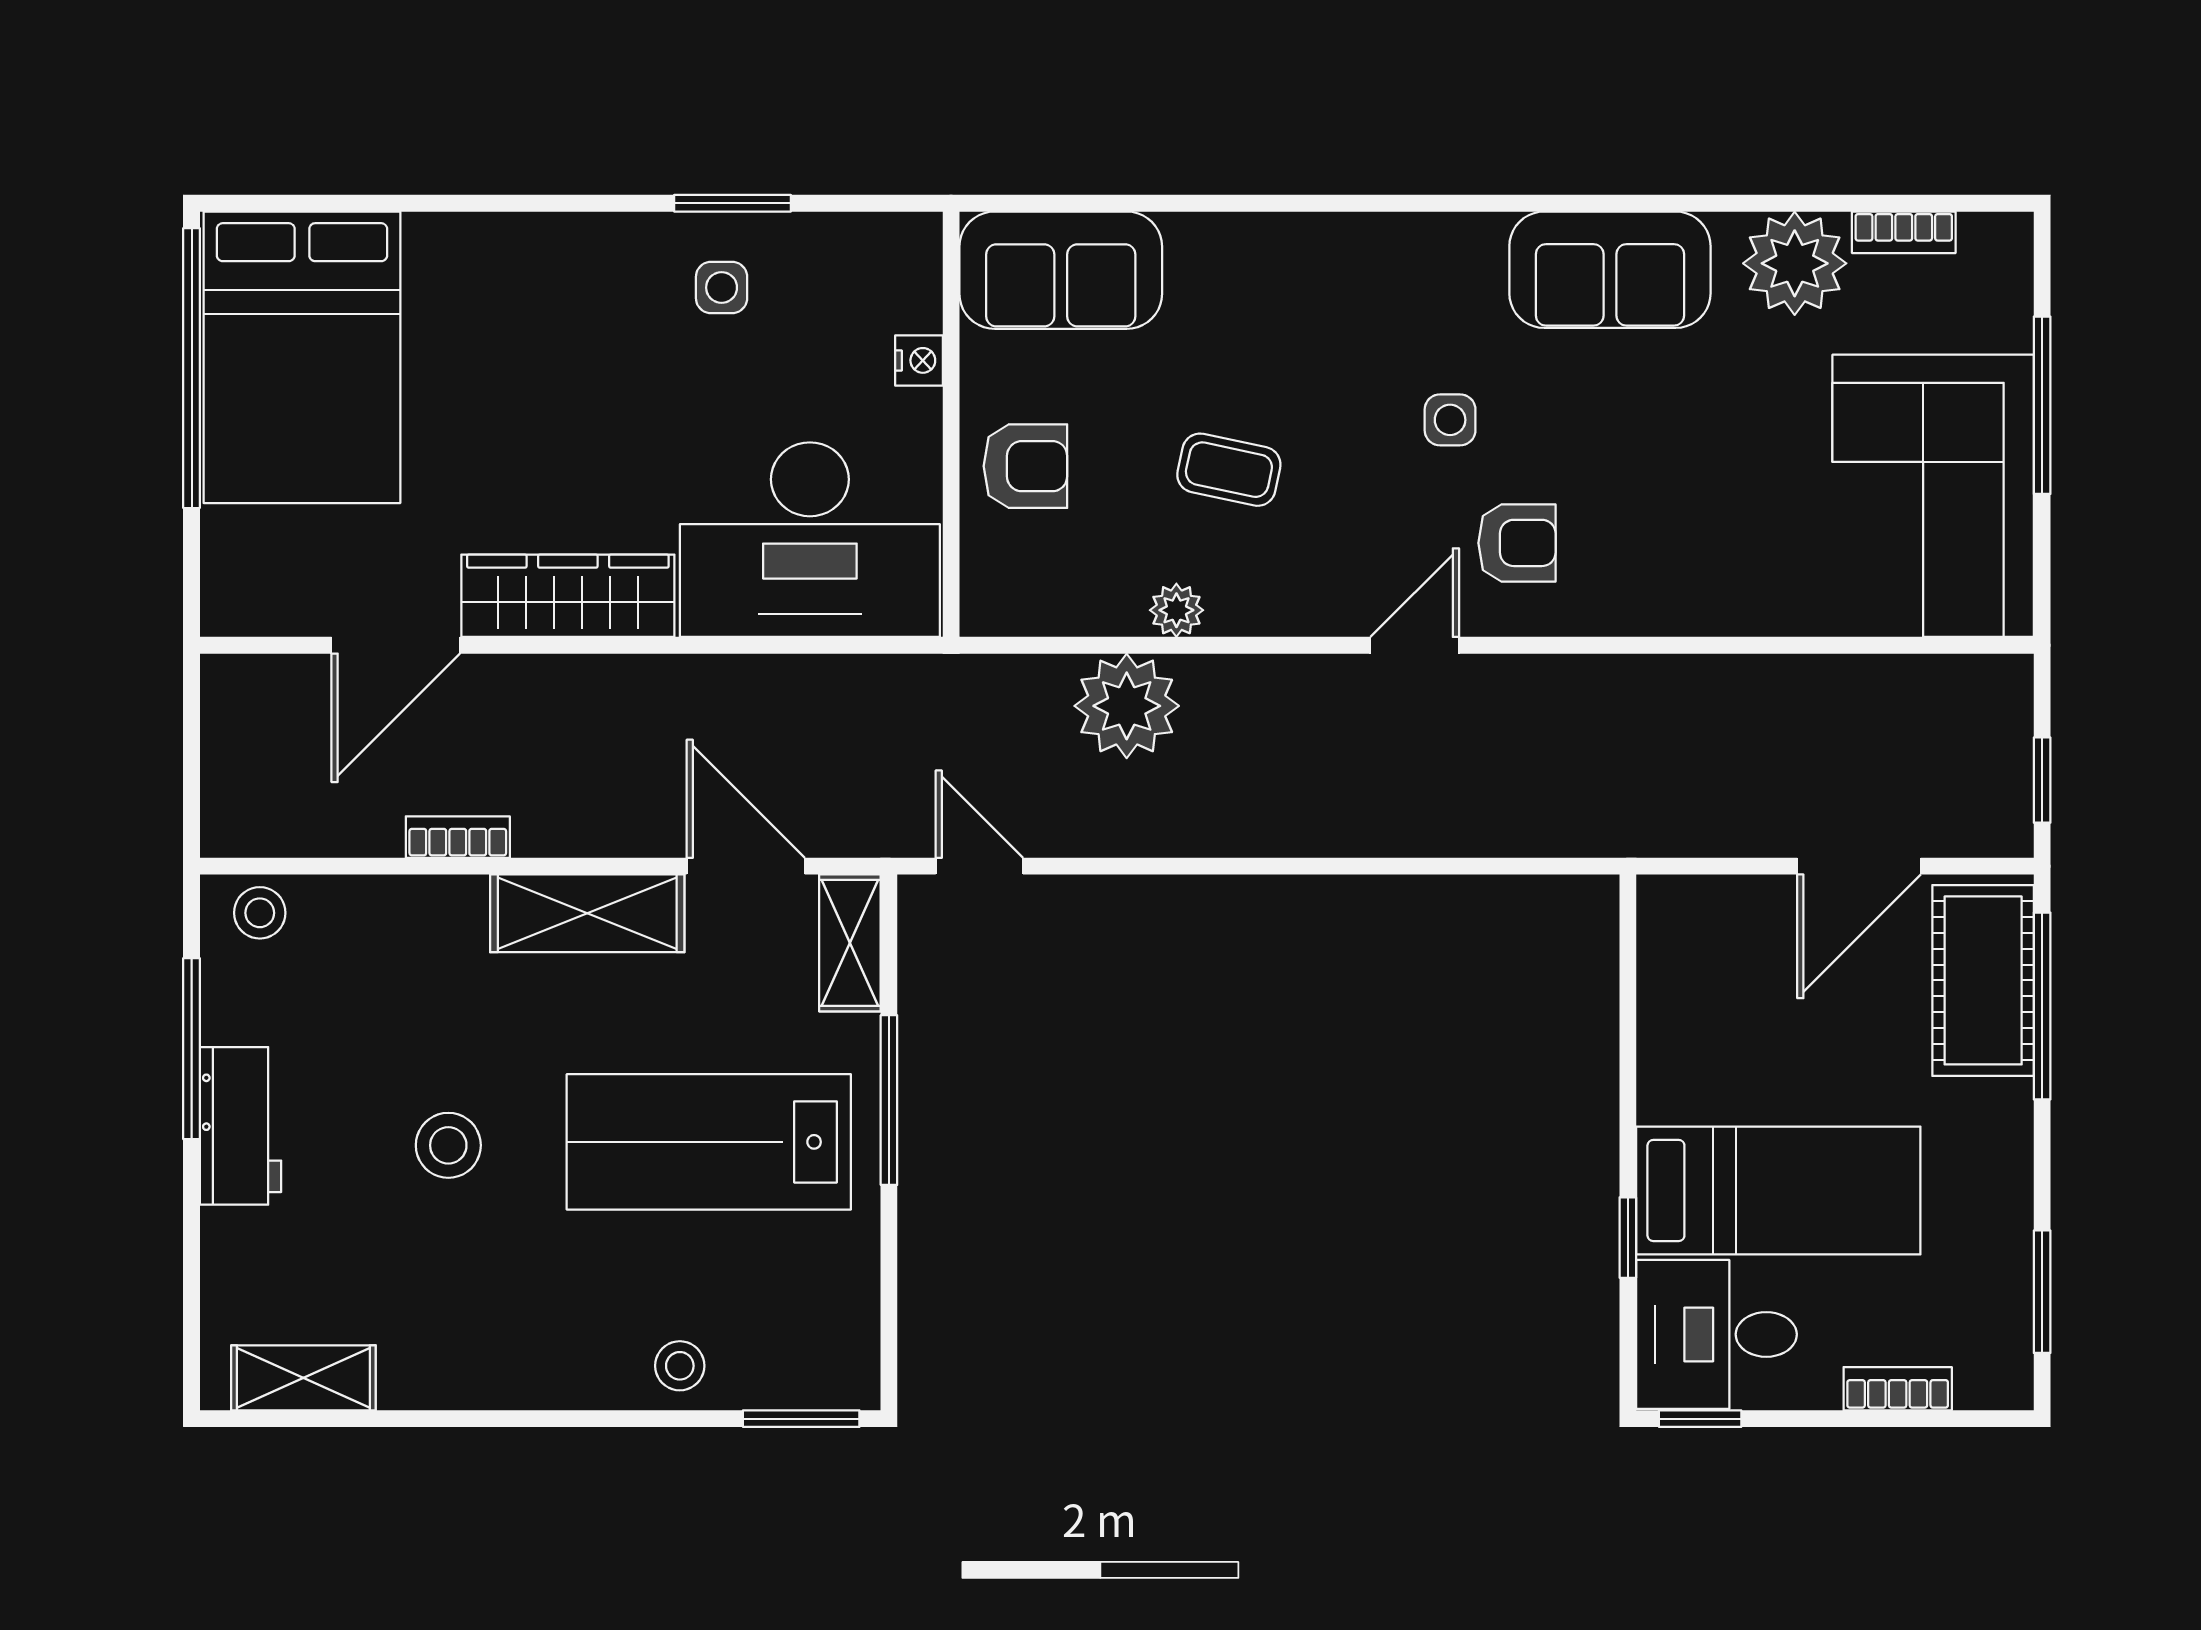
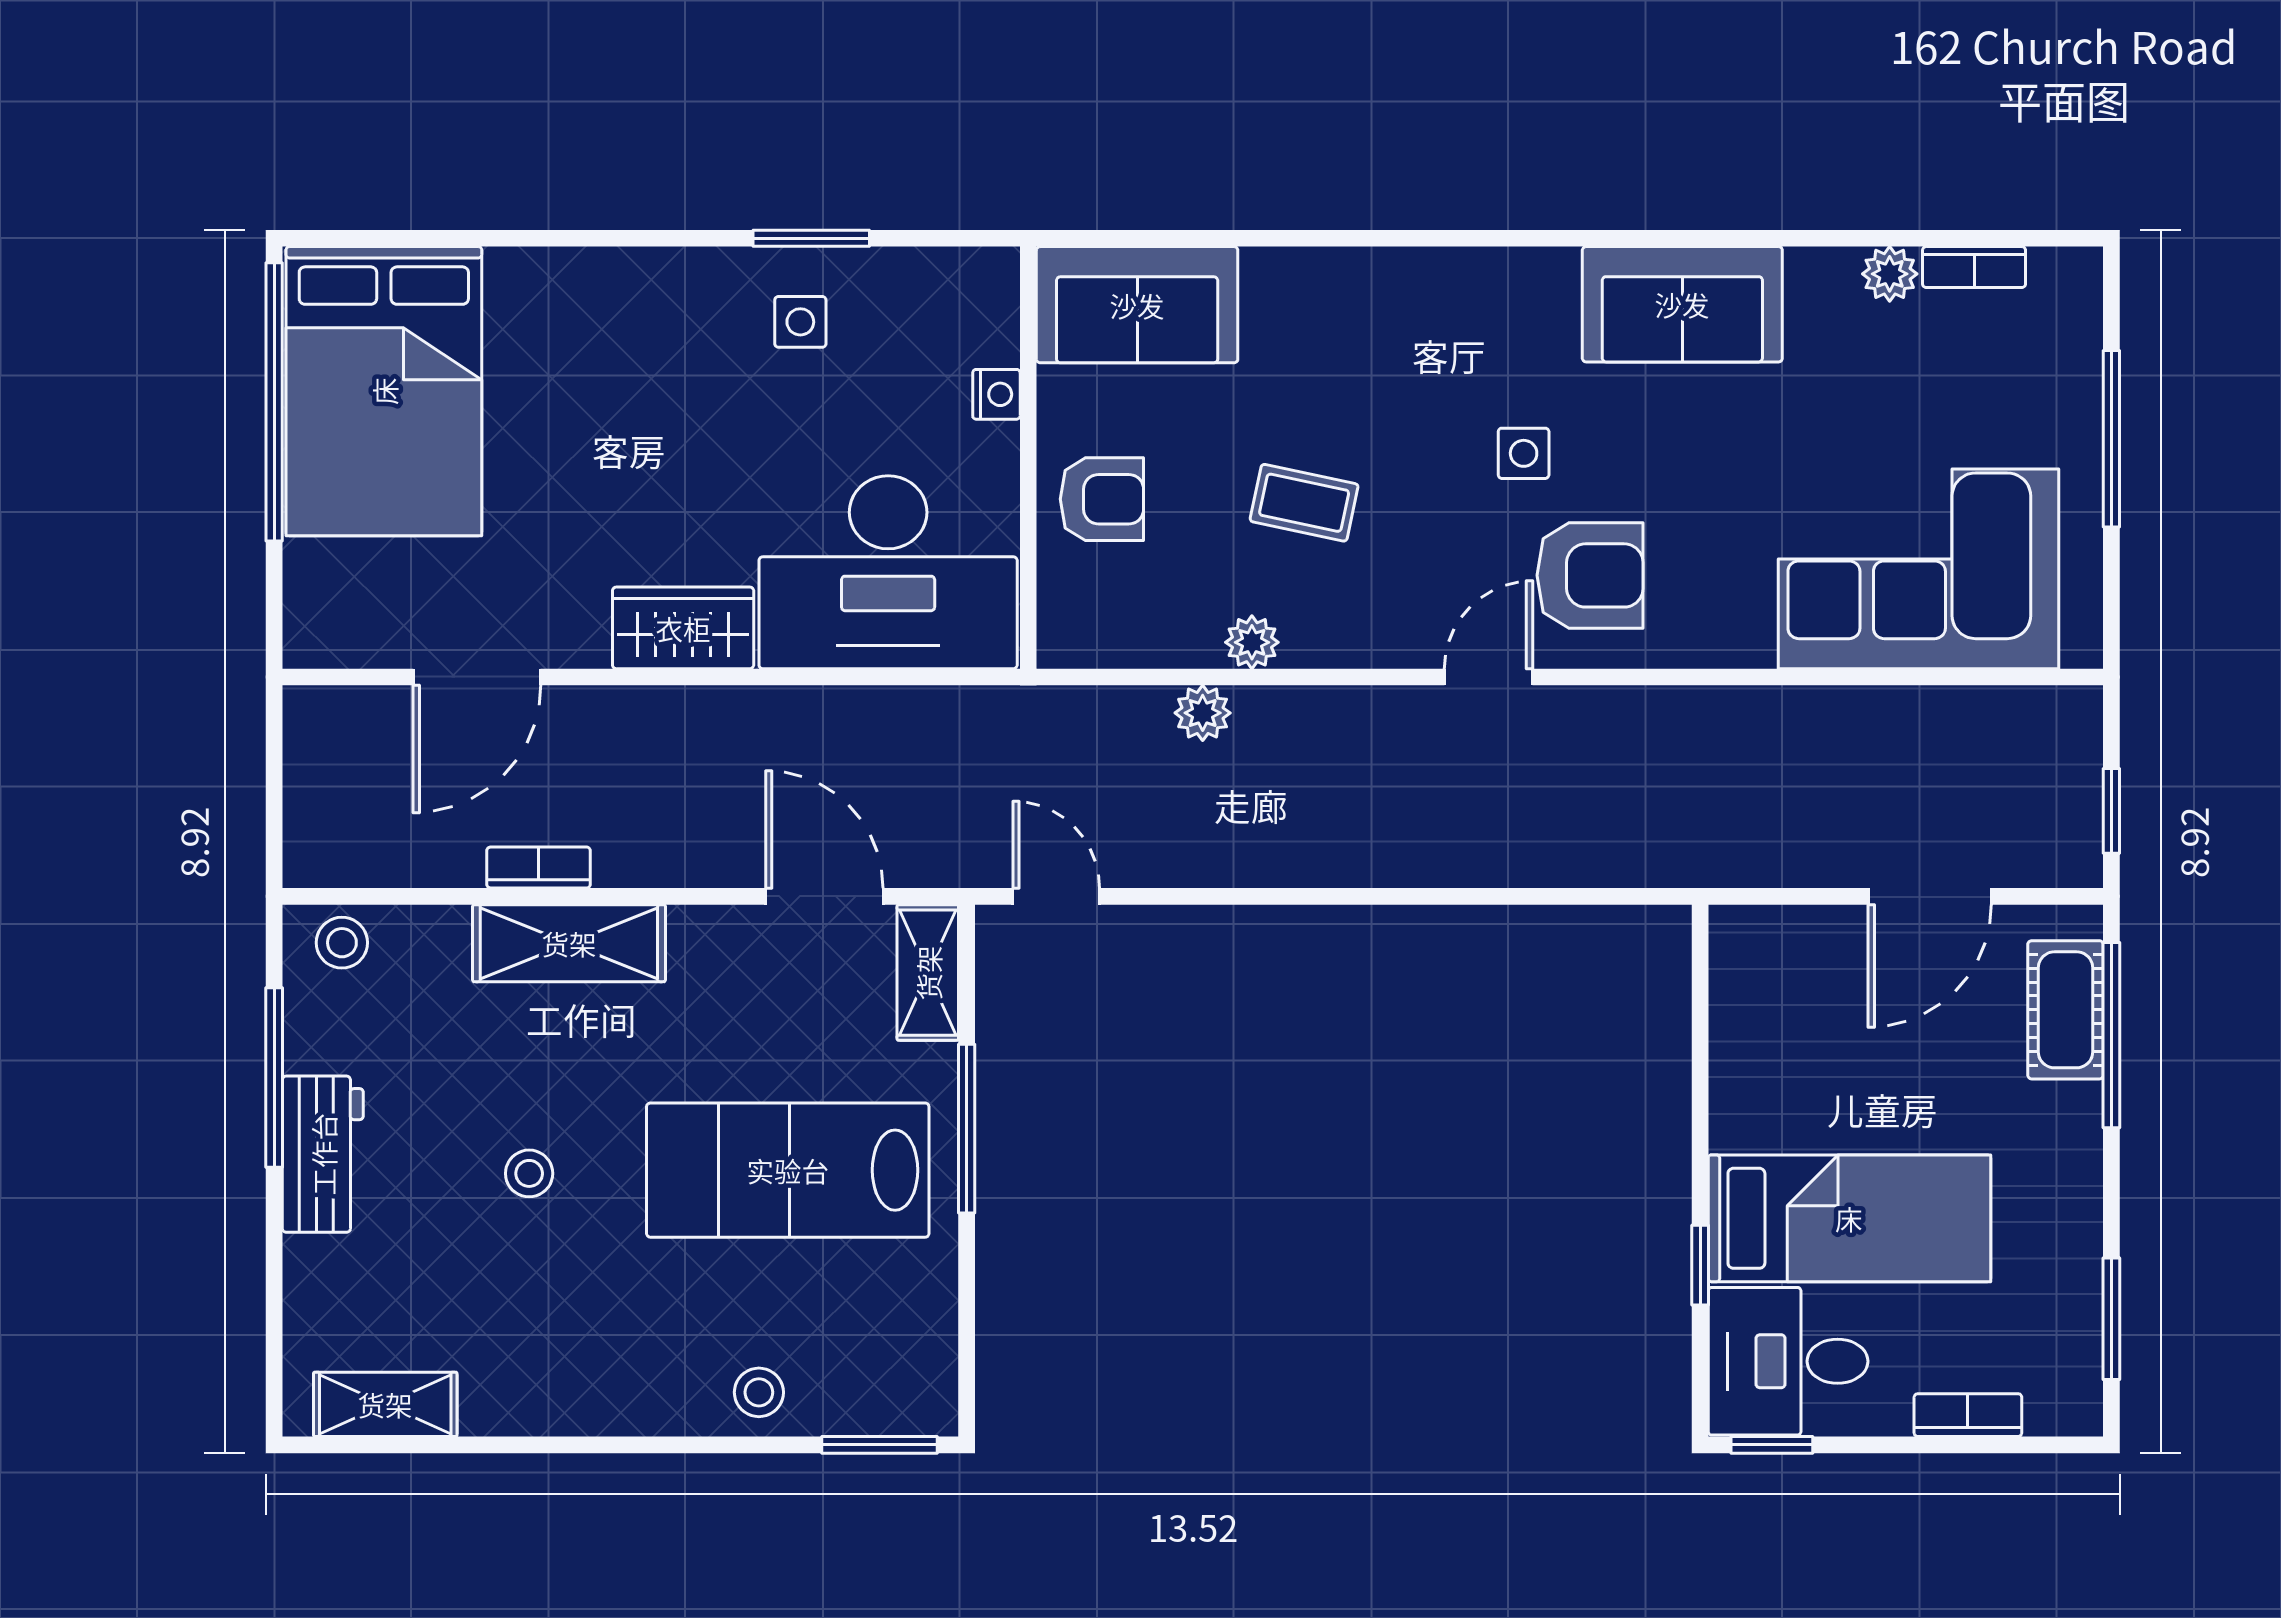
plant: (1795, 263) -> (1890, 274), width x0.53, depth x0.53
corner sofa: (1933, 496) -> (1919, 569), moved, turned 90
armchair: (1517, 543) -> (1590, 575), width x1.38, depth x1.38
wardrobe: (568, 596) -> (683, 628), width x0.67
plant: (1127, 706) -> (1203, 713), width x0.53, depth x0.53
shelving: (587, 913) -> (569, 943), moved
cot: (1983, 980) -> (2066, 1010), width x0.73, depth x0.75
stool: (448, 1145) -> (529, 1173), width x0.73, depth x0.73

